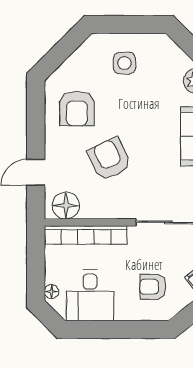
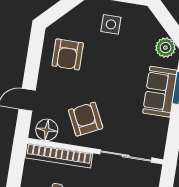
armchair: (109, 159) -> (86, 119), moved

